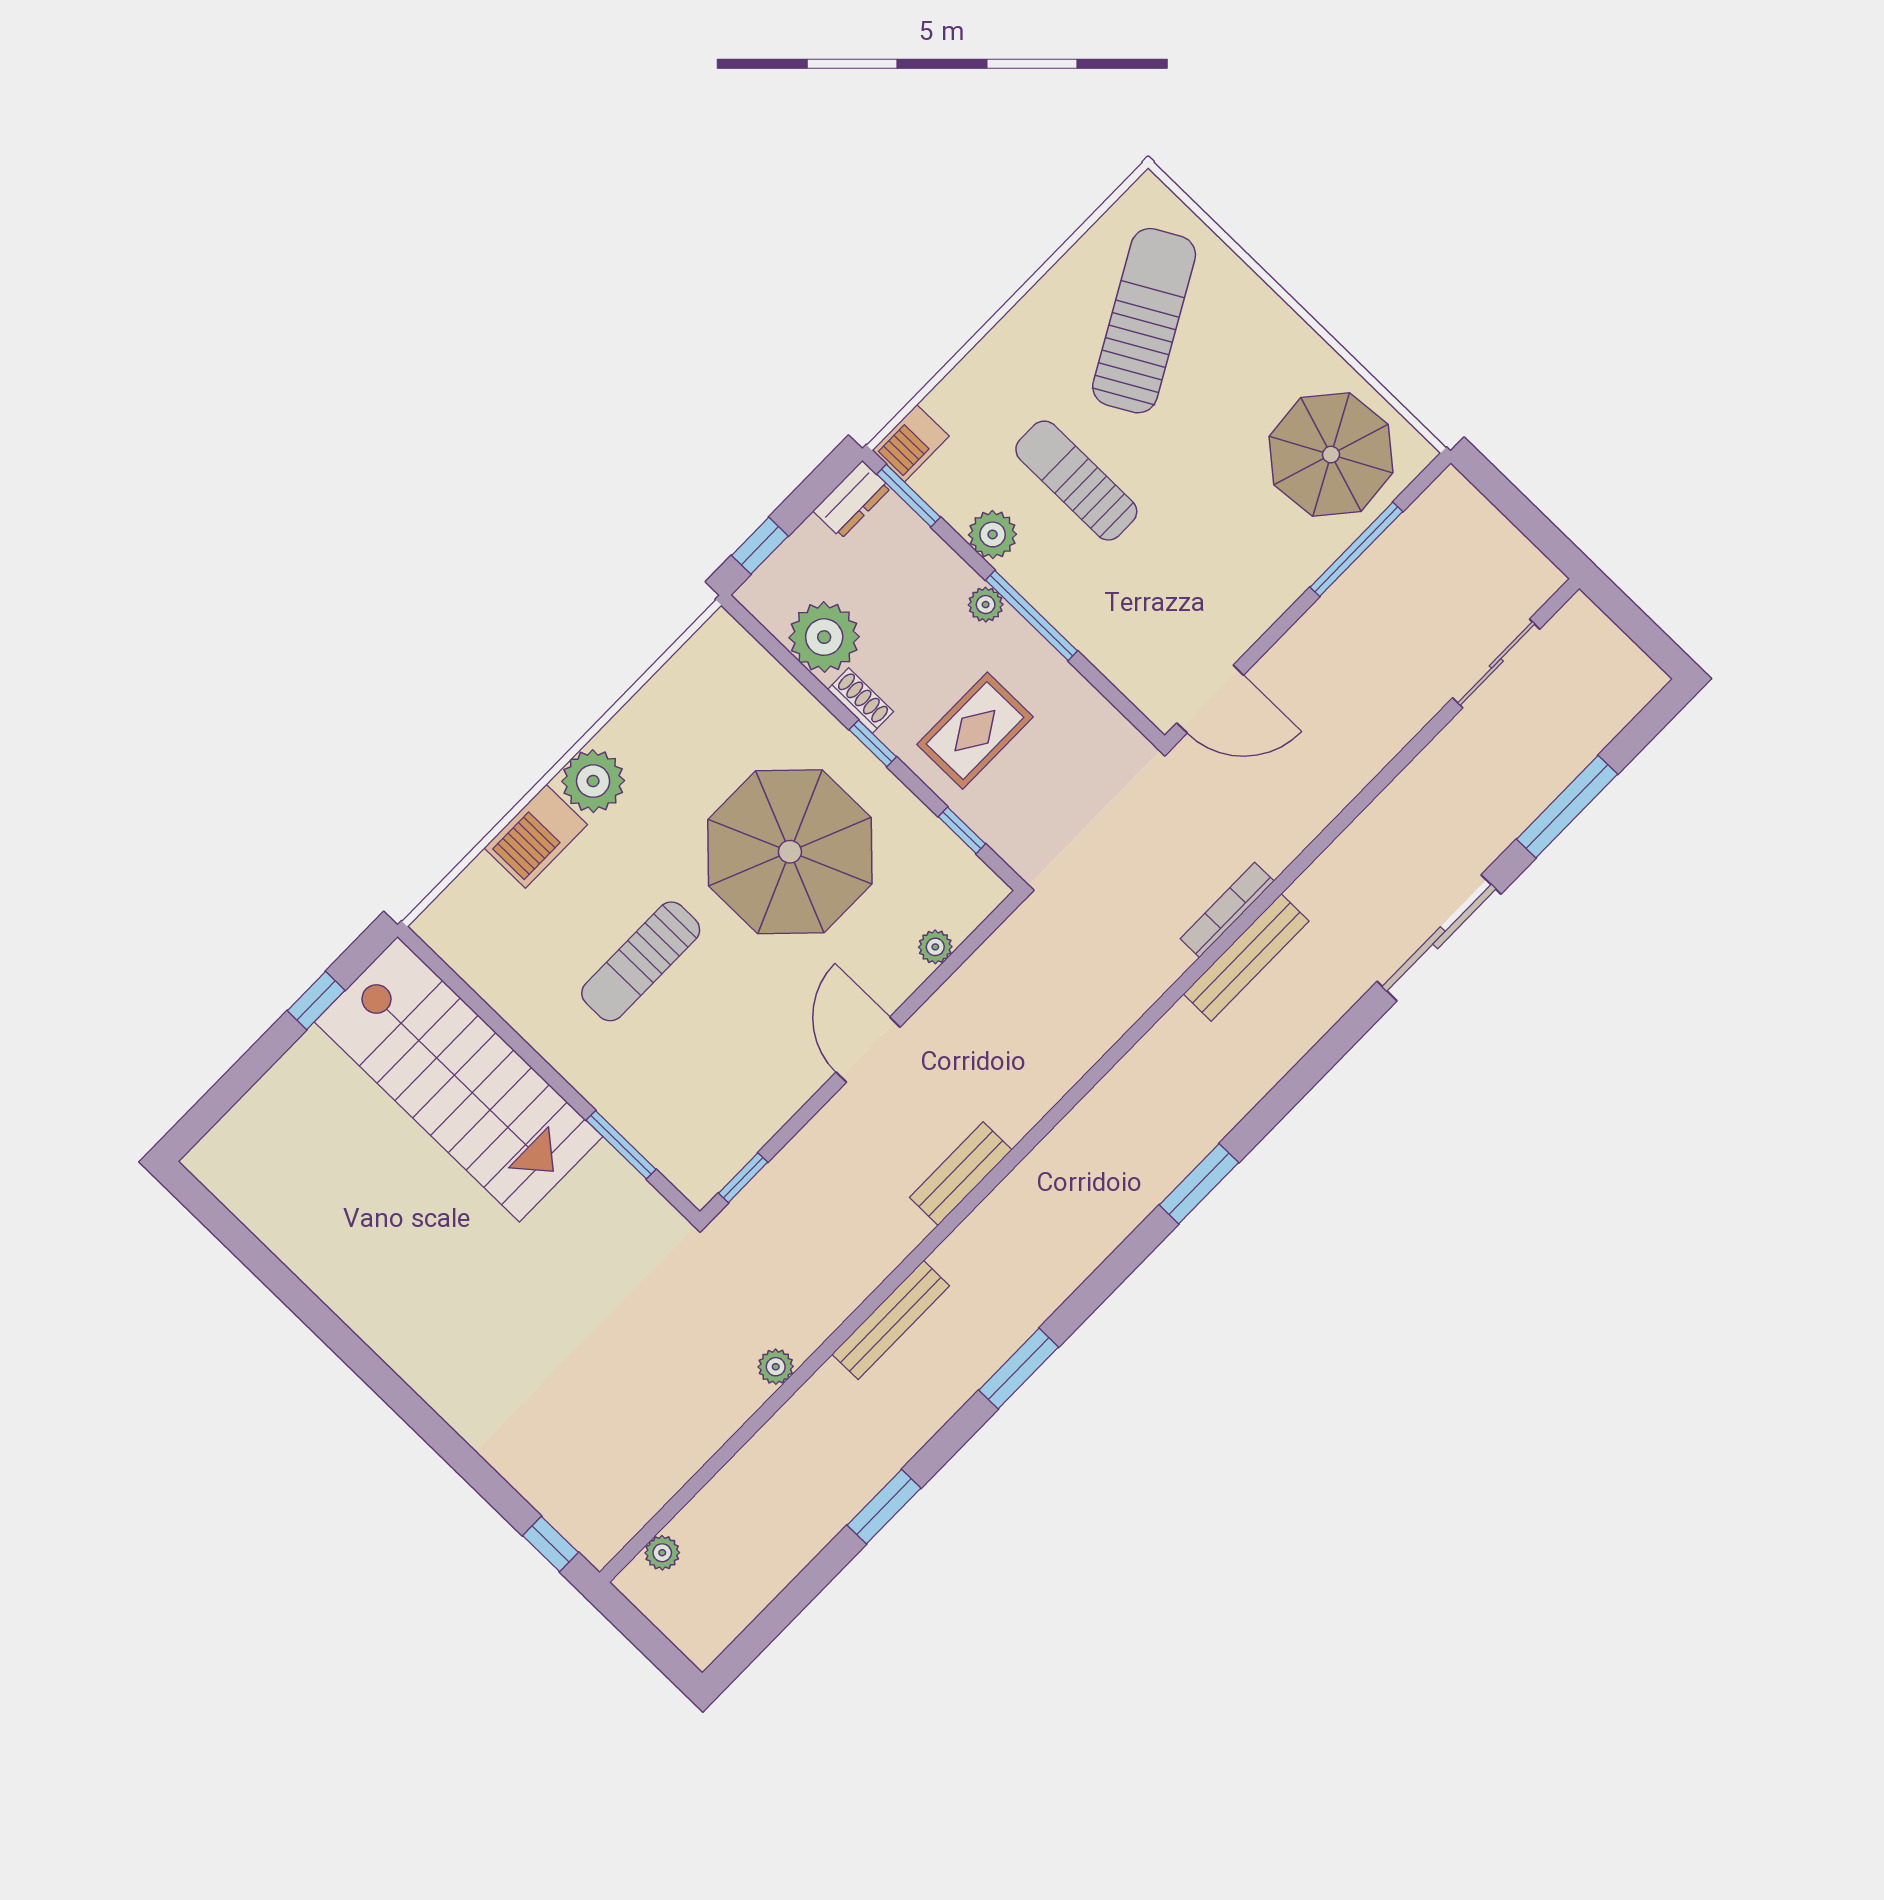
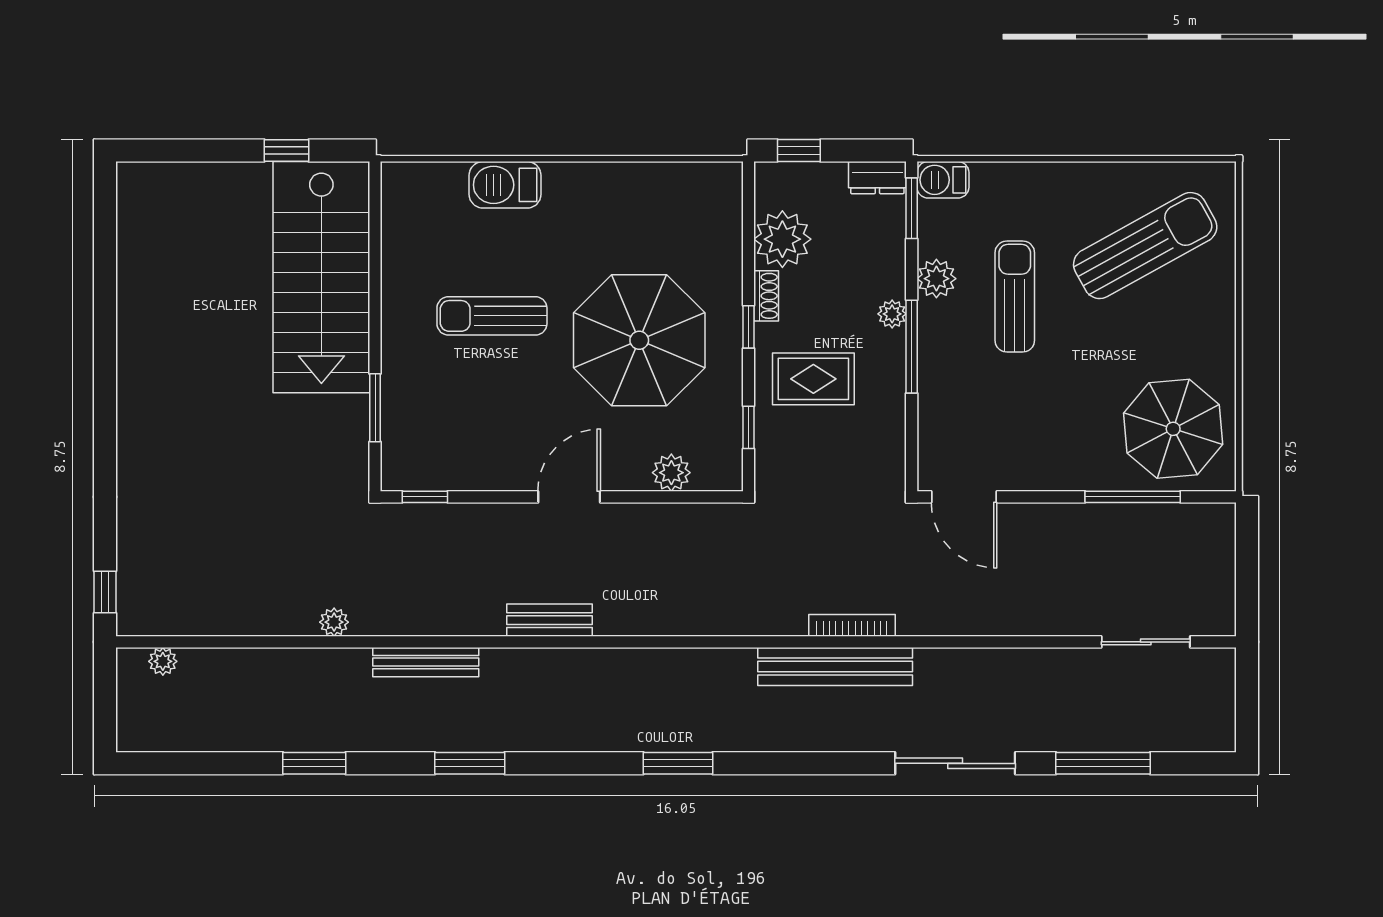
plant: (593, 781) -> (569, 187), removed
plant: (935, 947) -> (671, 473), width x1.38, depth x1.38
bench: (1246, 958) -> (835, 666), width x1.37, depth x1.21

